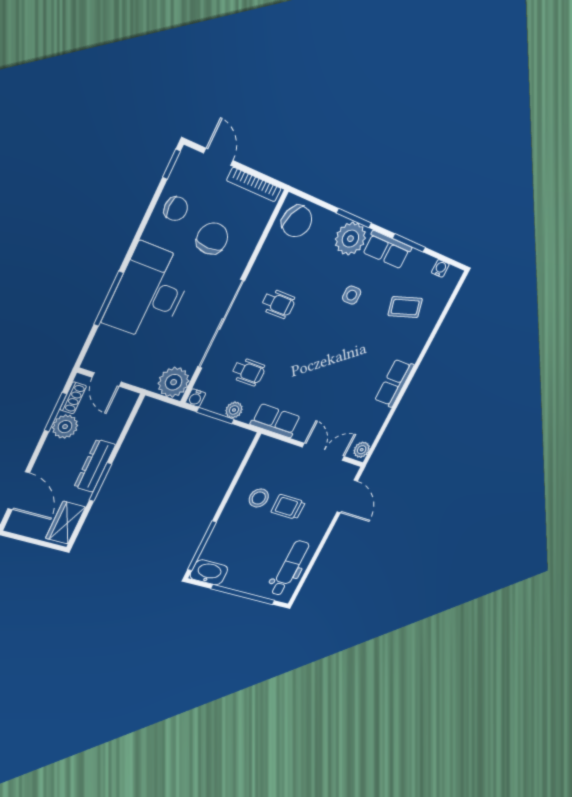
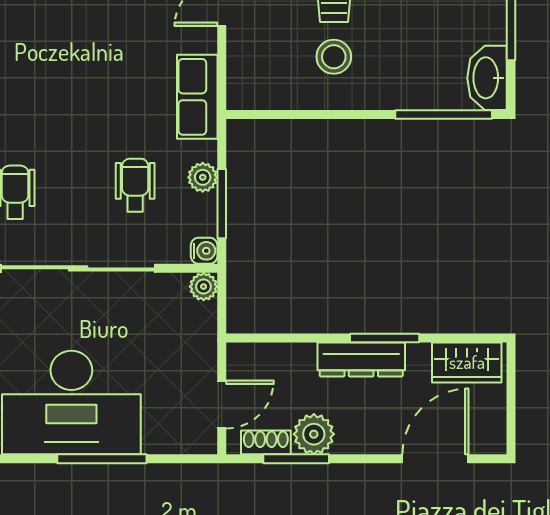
plant: (174, 382) -> (204, 287), width x0.53, depth x0.53

